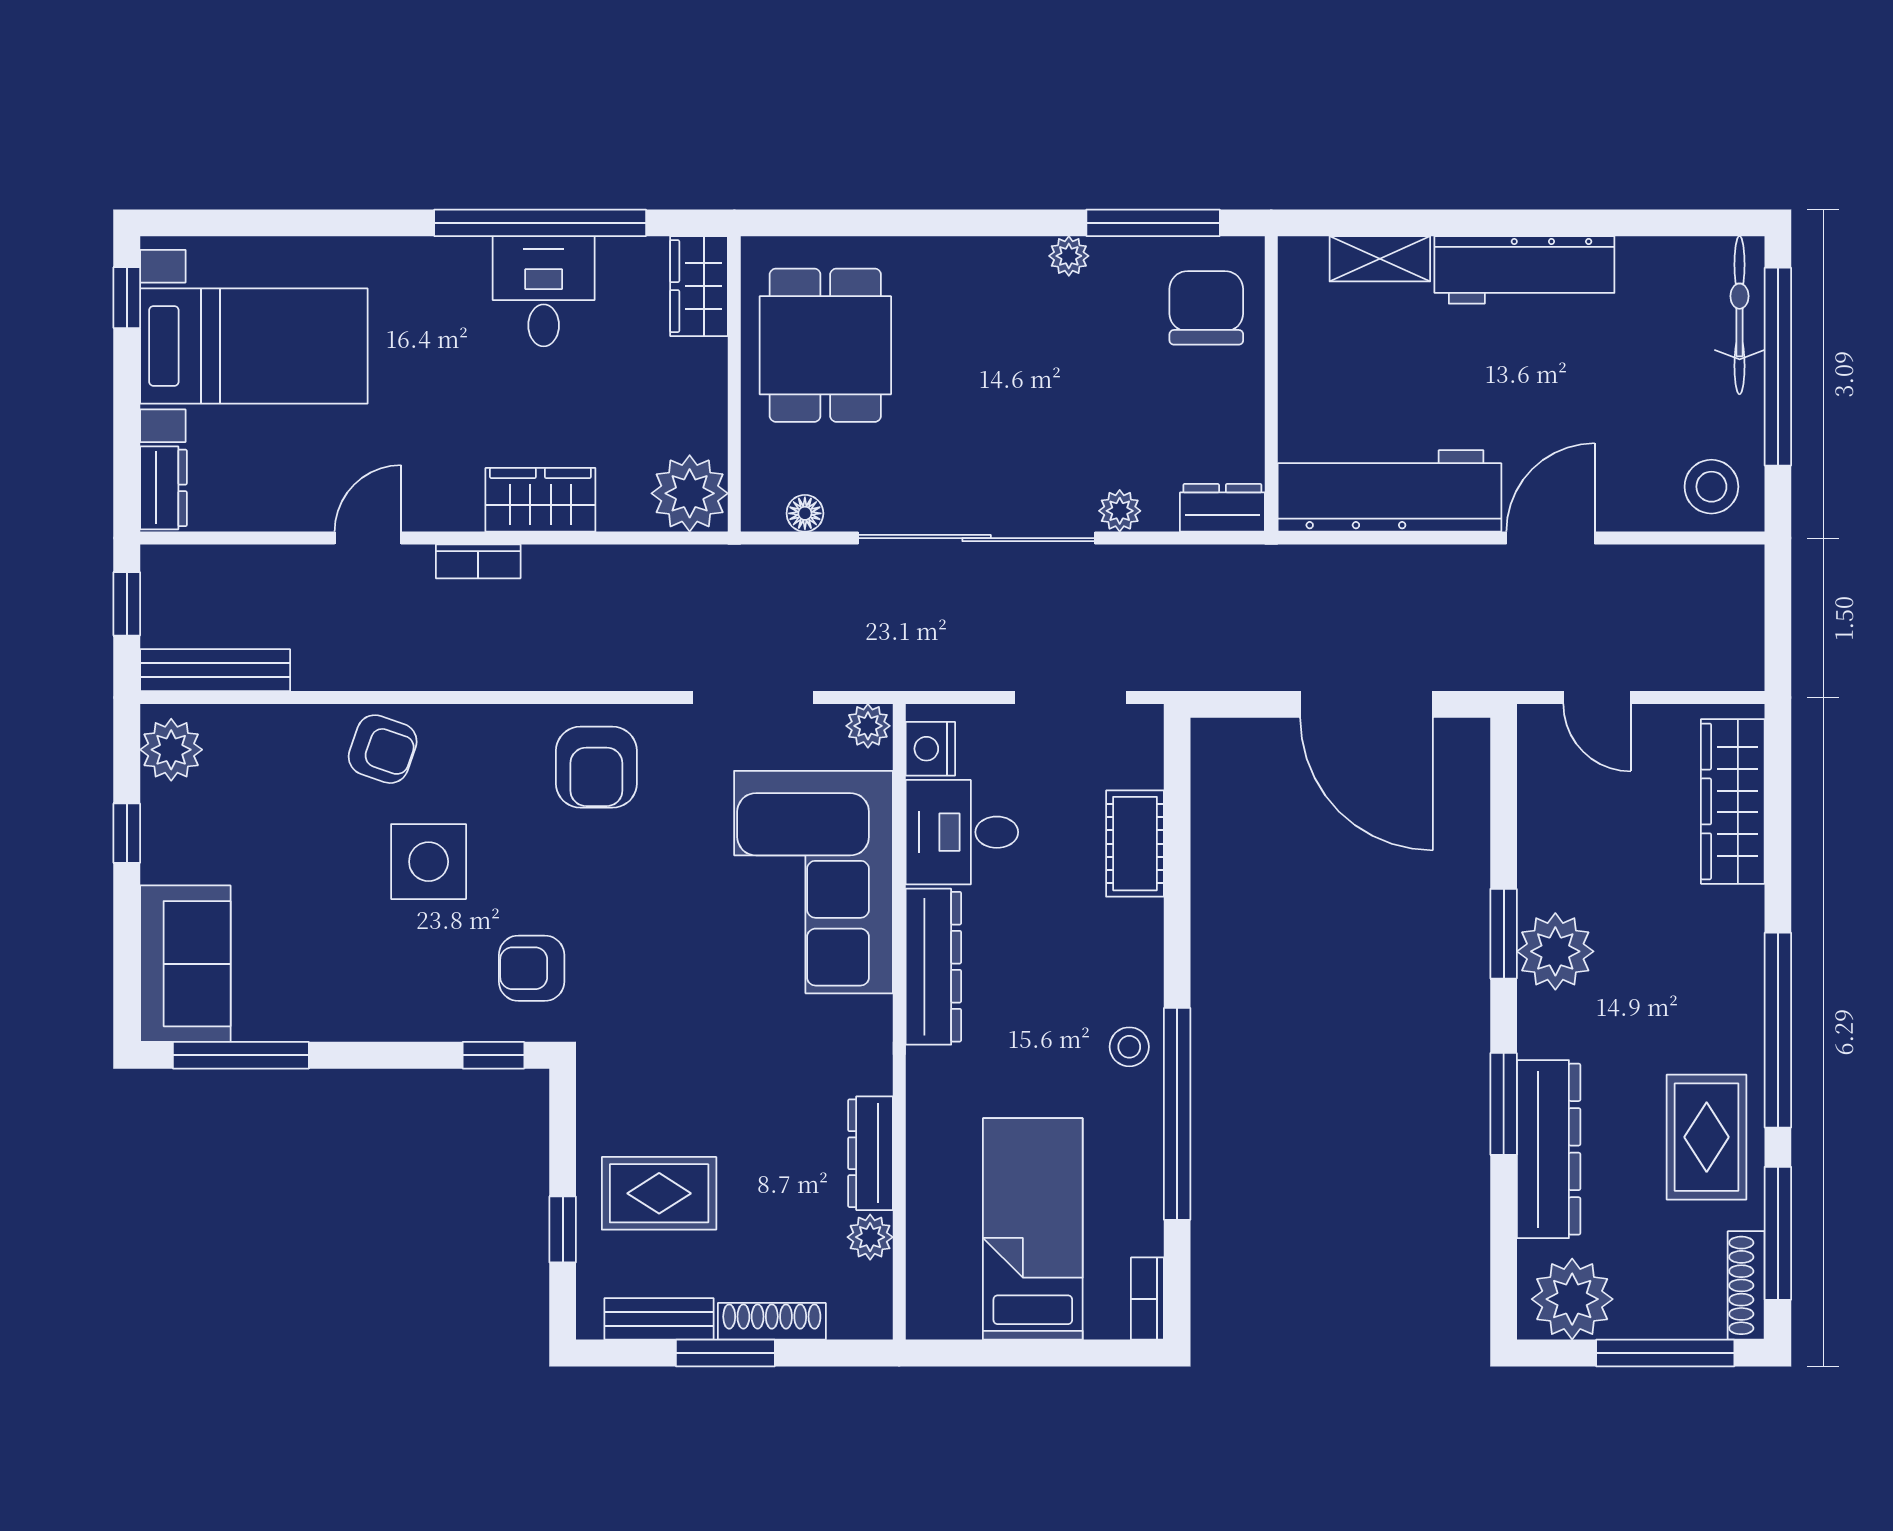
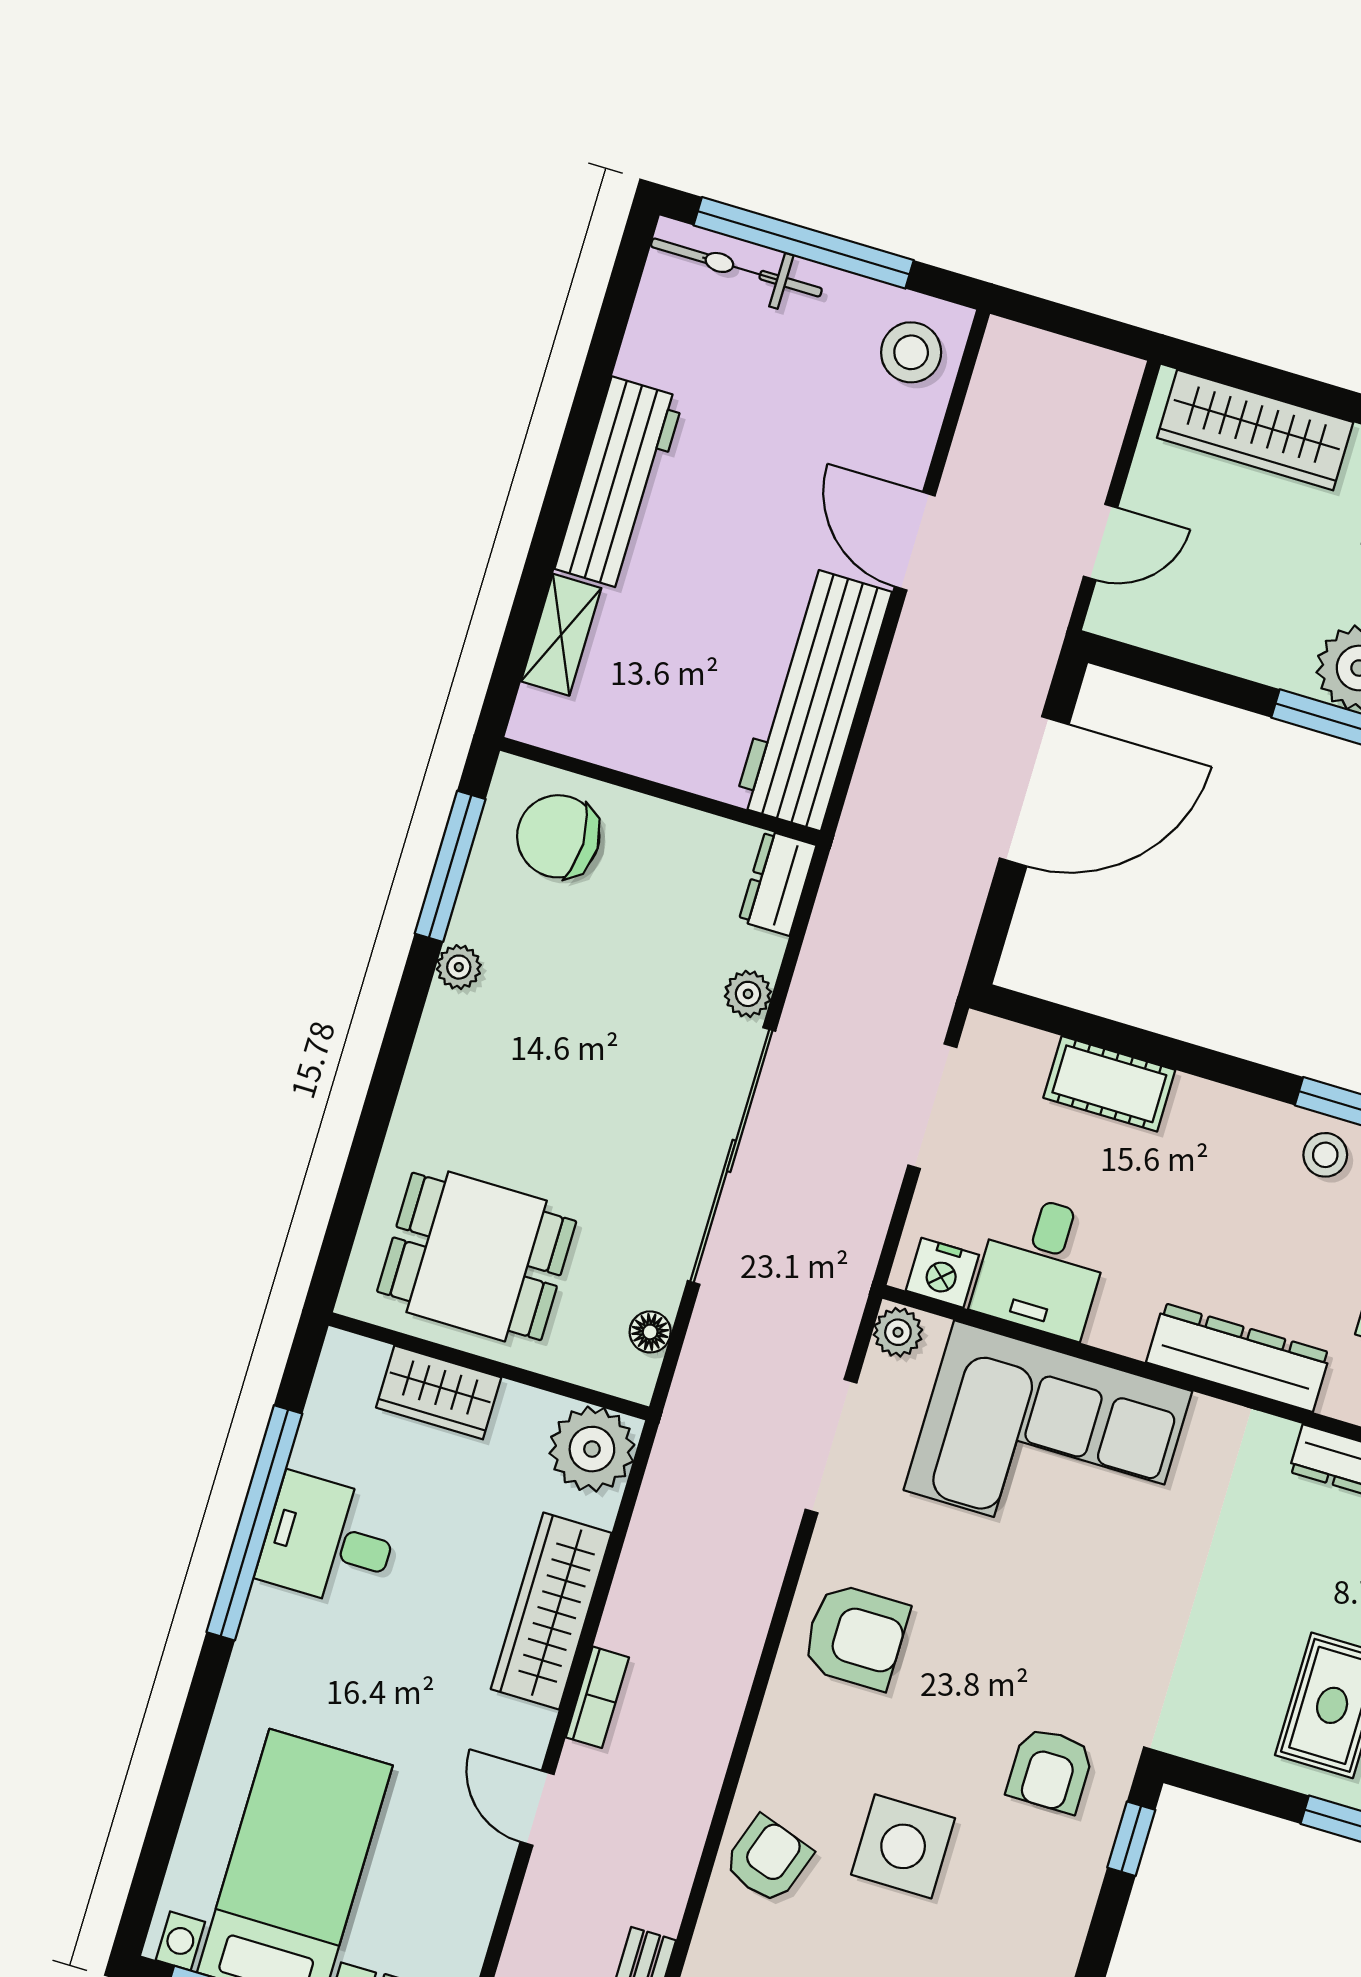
wardrobe: (699, 286) -> (439, 1392), moved
wardrobe: (540, 500) -> (551, 1611), width x1.50
dresser: (933, 967) -> (1238, 1357), moved

